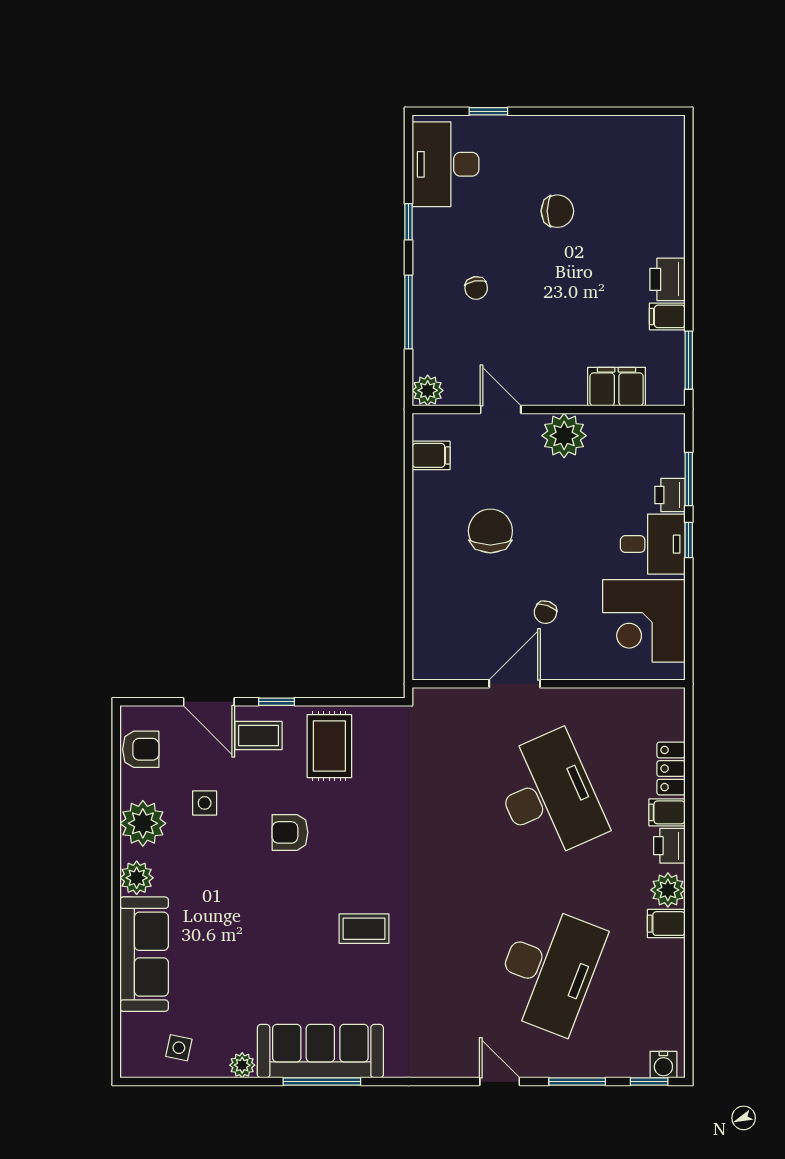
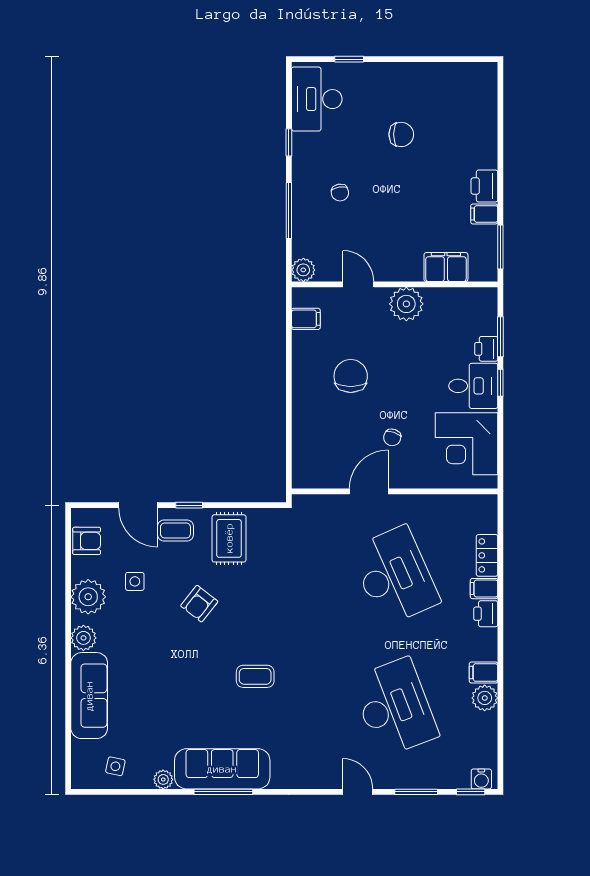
armchair: (290, 832) -> (199, 604), turned -52
plant: (668, 890) -> (485, 698), moved
desk: (549, 970) -> (395, 707), turned -42

